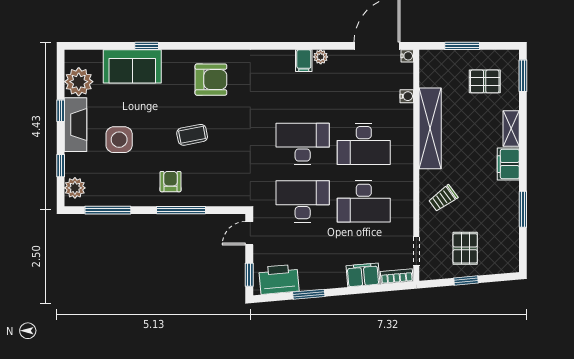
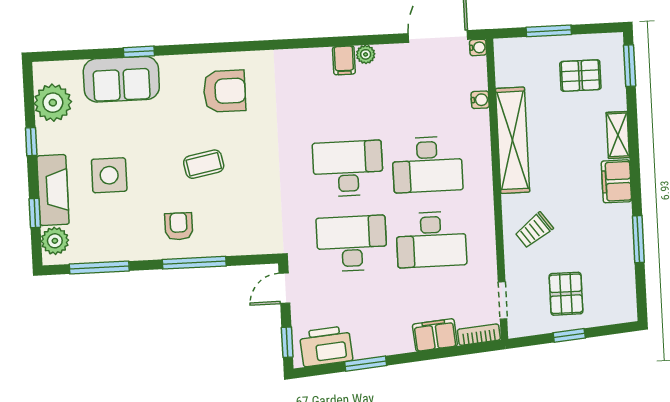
fireplace: (75, 125) -> (53, 190), moved

